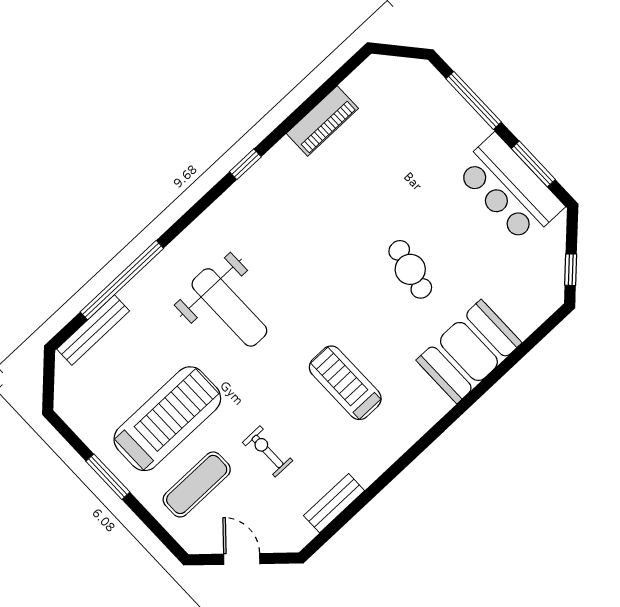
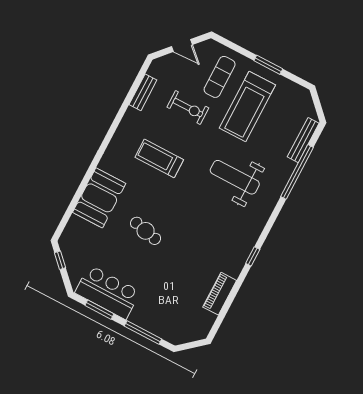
treadmill: (345, 383) -> (159, 158), turned 180
exercise bike: (268, 451) -> (188, 108), width x1.38, depth x1.39

